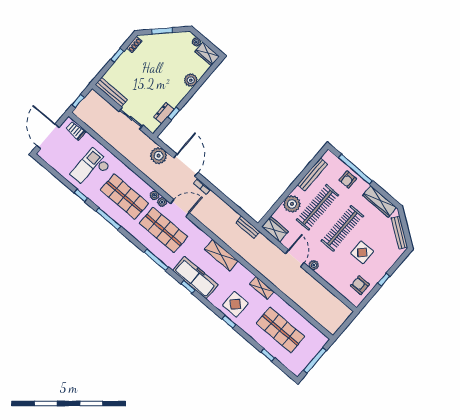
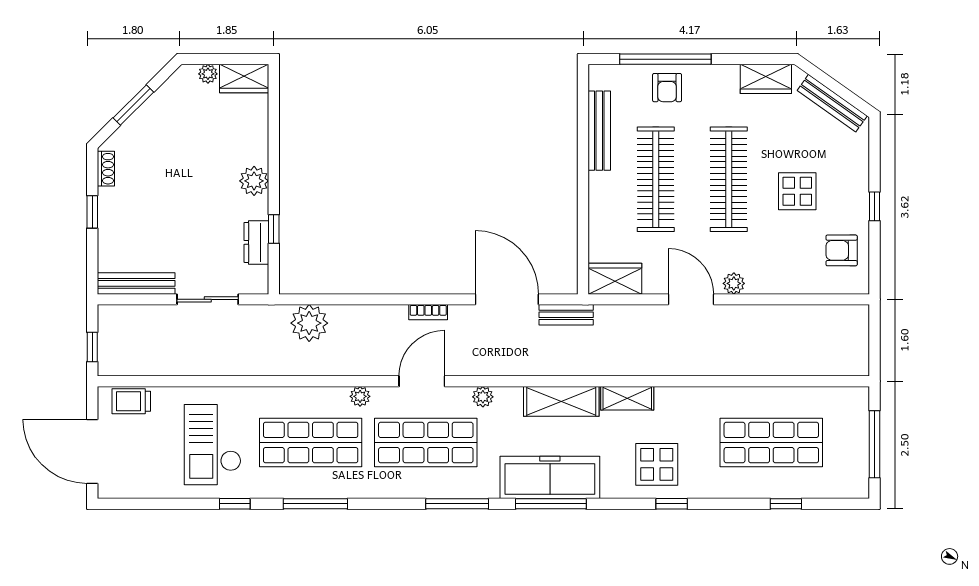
plant: (191, 80) -> (254, 181), moved
door: (186, 165) -> (507, 299), moved
wardrobe: (380, 201) -> (766, 79), width x0.67
plant: (162, 202) -> (483, 397), moved
plant: (292, 204) -> (607, 211), removed
window: (188, 287) -> (551, 504), width x2.17
shelving: (262, 288) -> (627, 398), moved

